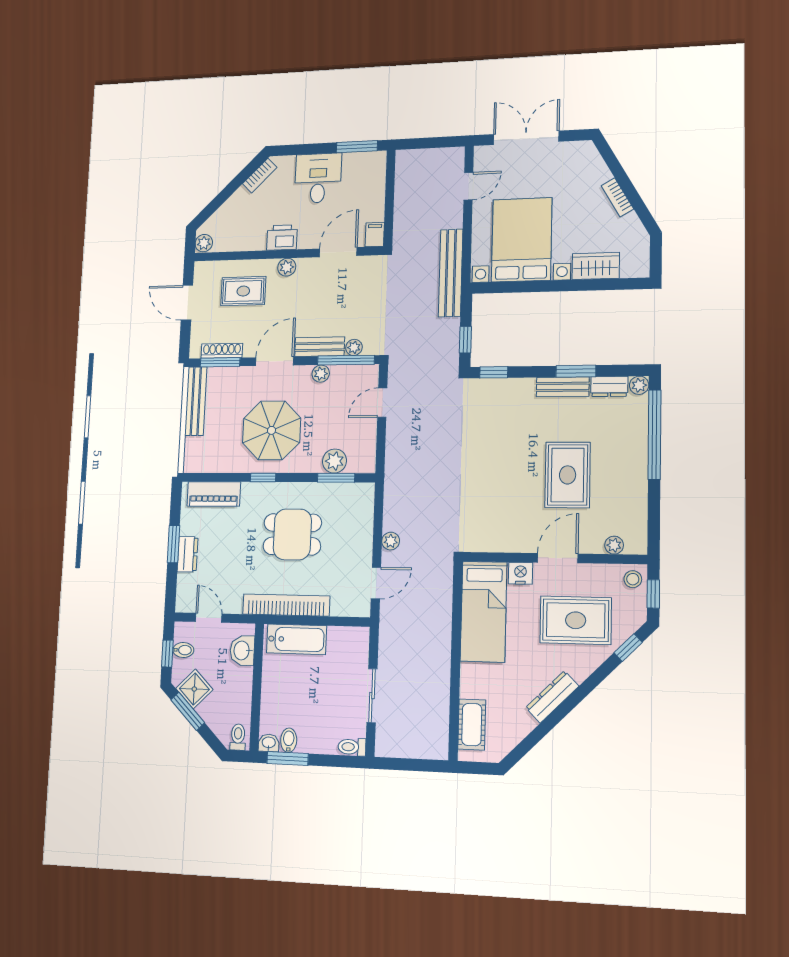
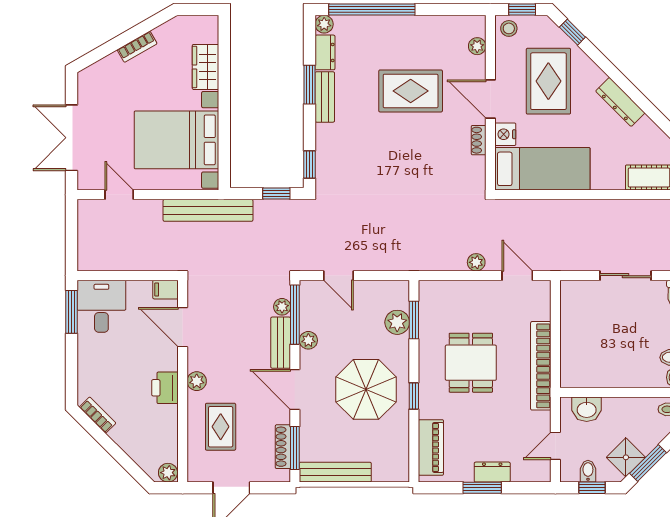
desk: (318, 178) -> (101, 306), moved, turned 90
shoe rack: (515, 545) -> (479, 140), added
bathtub: (297, 639) -> (574, 354), removed

